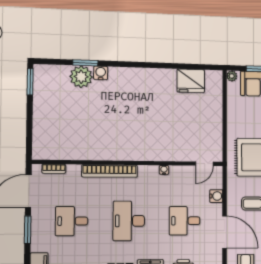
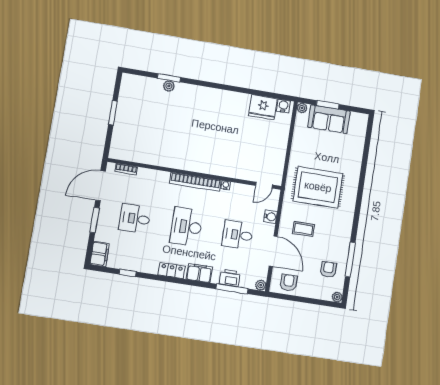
water cooler: (101, 73) -> (283, 106), moved
plant: (81, 77) -> (169, 86), width x0.53, depth x0.53
window: (30, 82) -> (113, 113), moved
bookcase: (110, 171) -> (195, 182), moved

